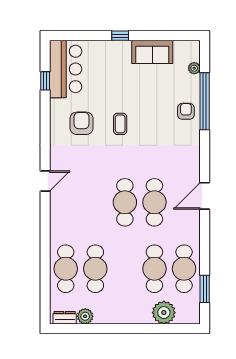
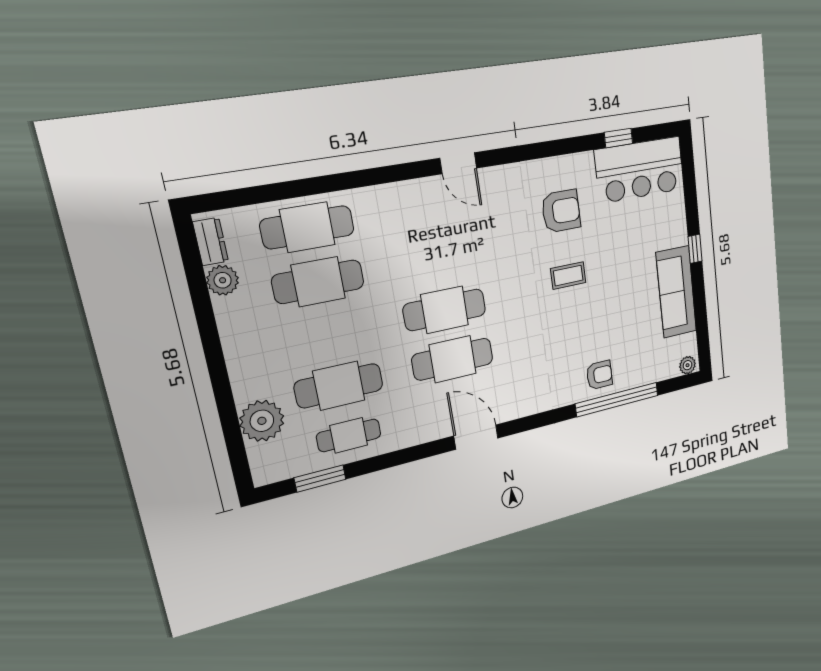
sofa: (152, 52) -> (676, 292), width x1.36
plant: (194, 68) -> (688, 365), moved
cafe table: (184, 269) -> (349, 435), width x0.73, depth x0.74

